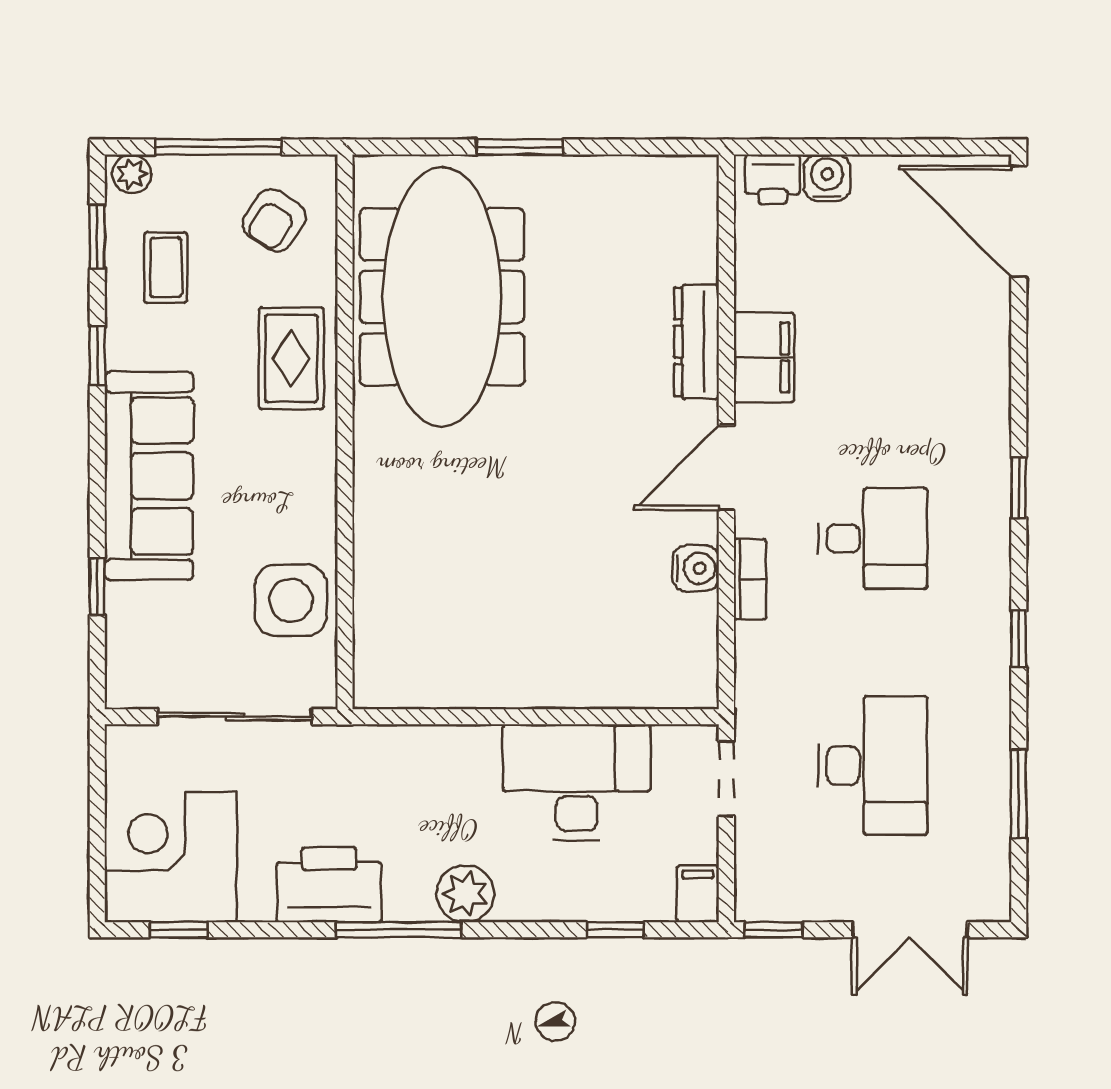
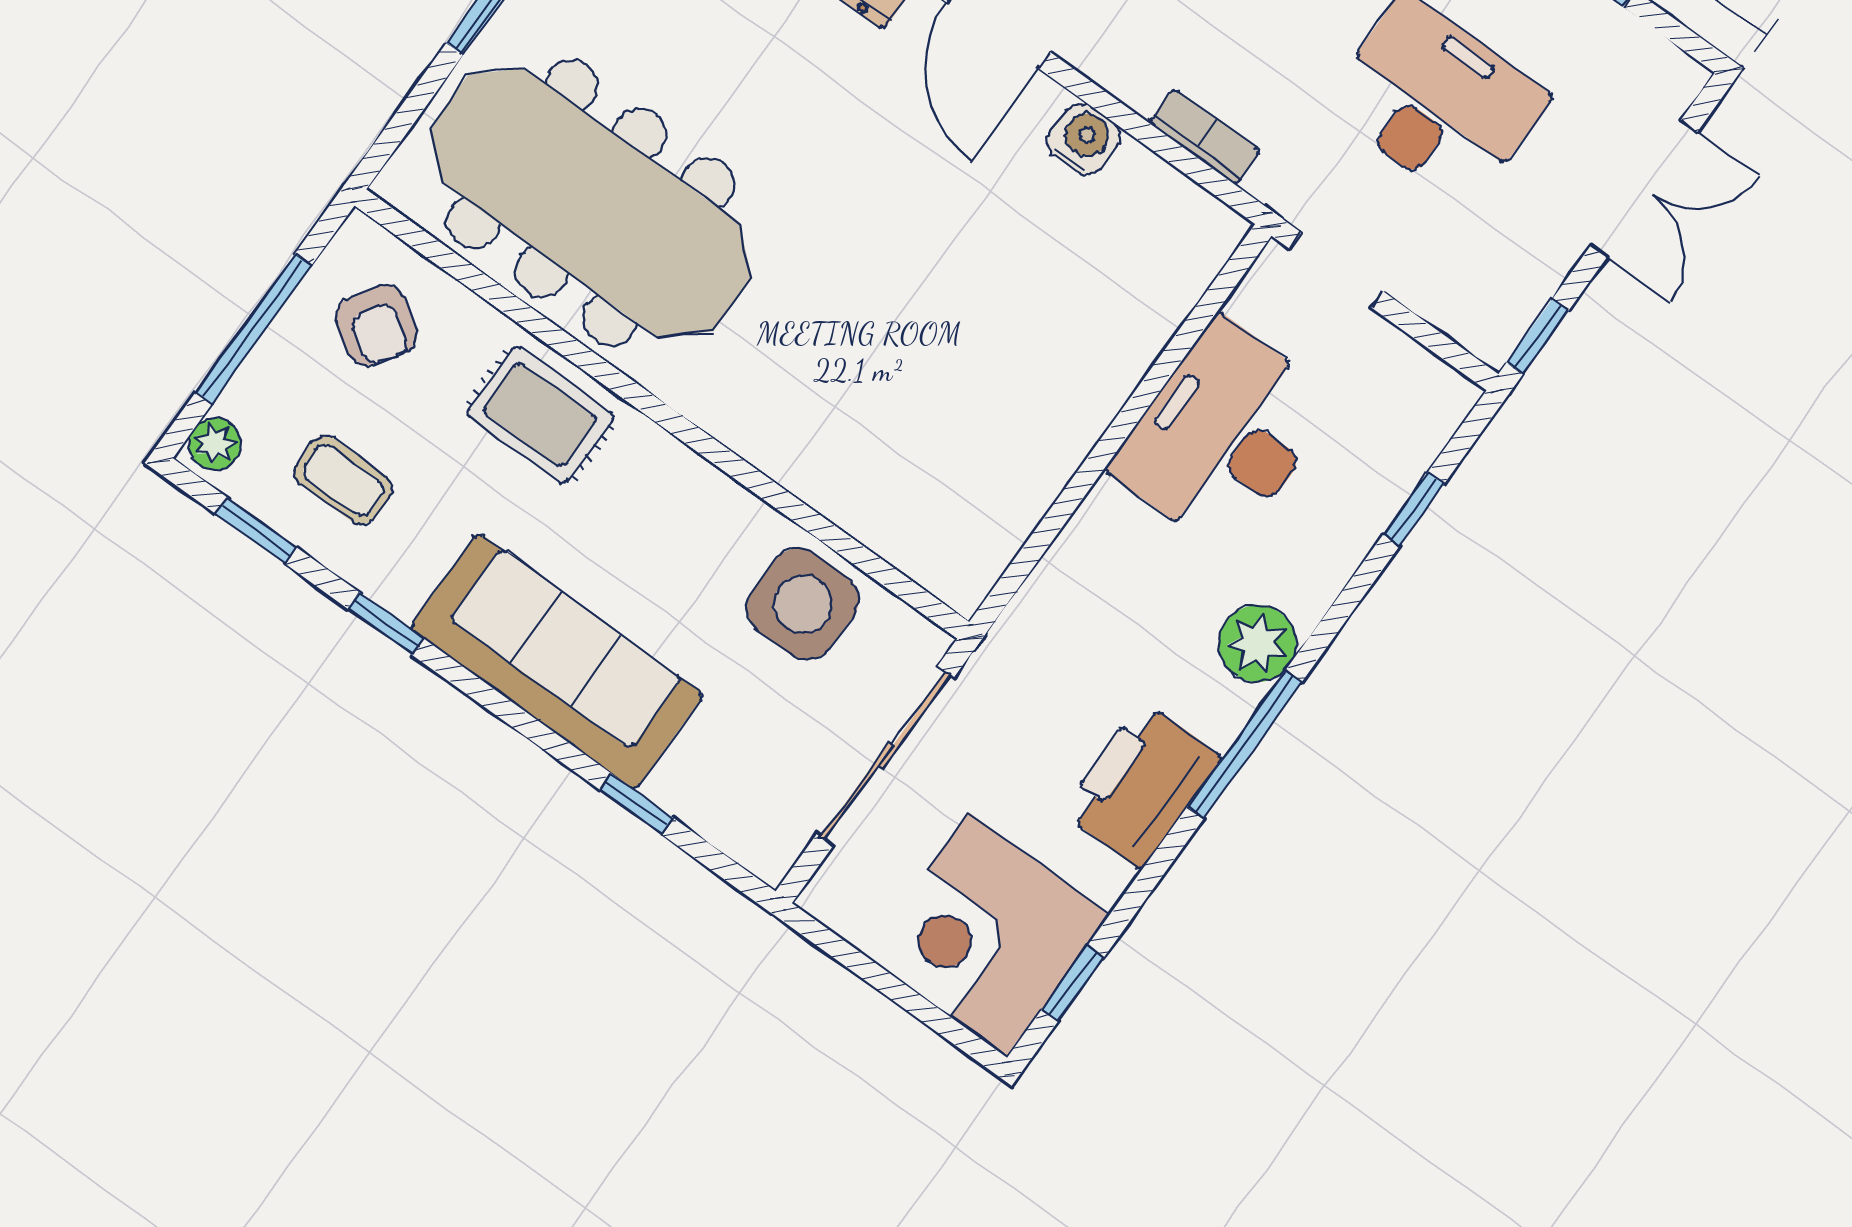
bookcase: (750, 579) -> (1205, 137), moved
filing cabinet: (698, 894) -> (1440, 391), removed

